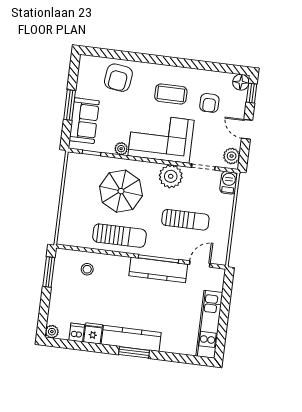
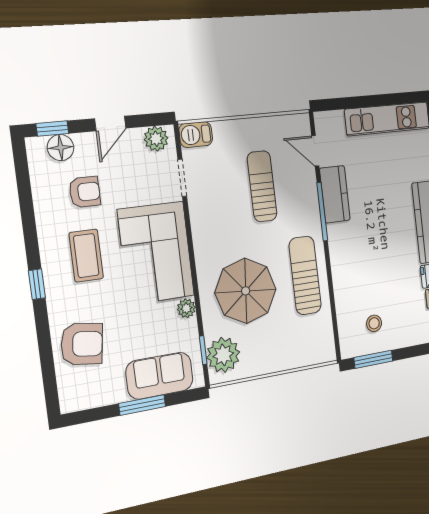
window: (162, 60) -> (37, 284), added
floor lamp: (241, 82) -> (61, 148), moved
plant: (171, 176) -> (223, 355), moved
stool: (87, 269) -> (374, 323), moved
kitchen counter: (158, 270) -> (335, 194), width x0.67

